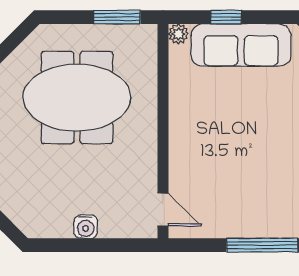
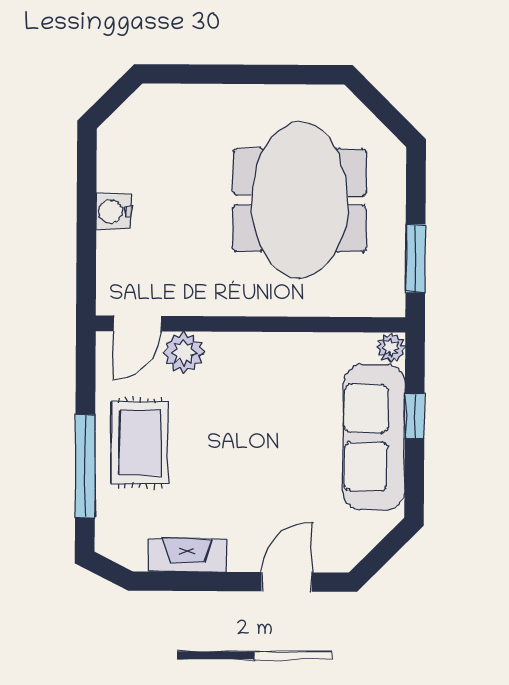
plant: (183, 177) -> (184, 352), added
rug: (246, 207) -> (140, 443), added

